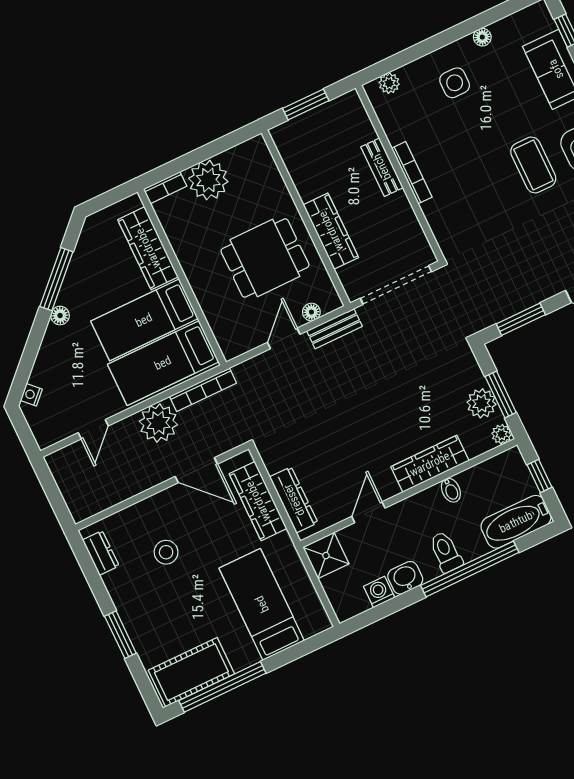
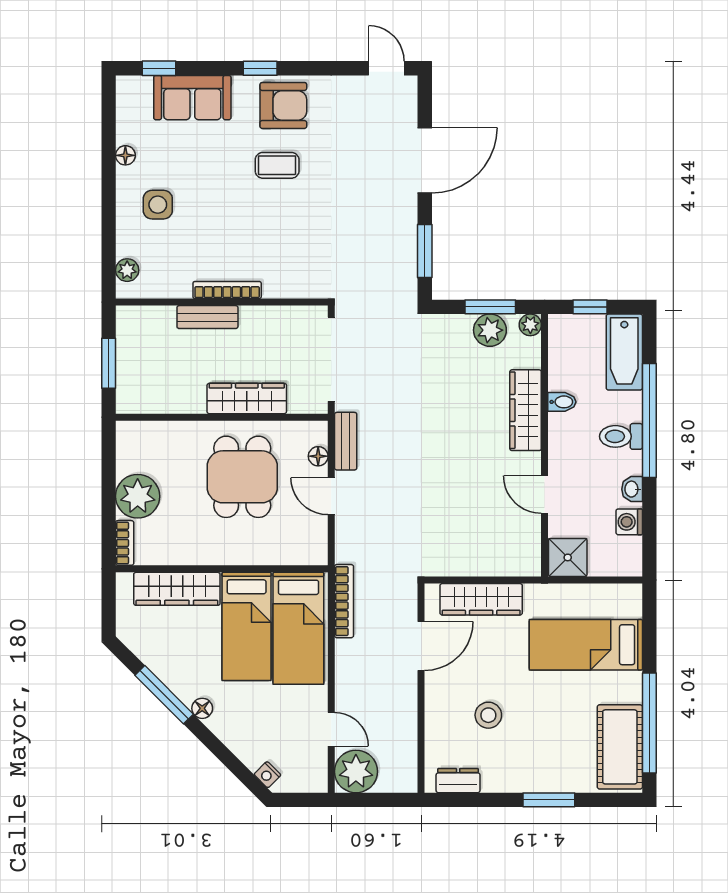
coffee table: (533, 165) -> (277, 165), width x0.73, depth x0.77
plant: (158, 423) -> (356, 771), moved
dresser: (294, 500) -> (497, 563), removed
washbasin: (405, 578) -> (632, 489), width x0.72, depth x0.69

